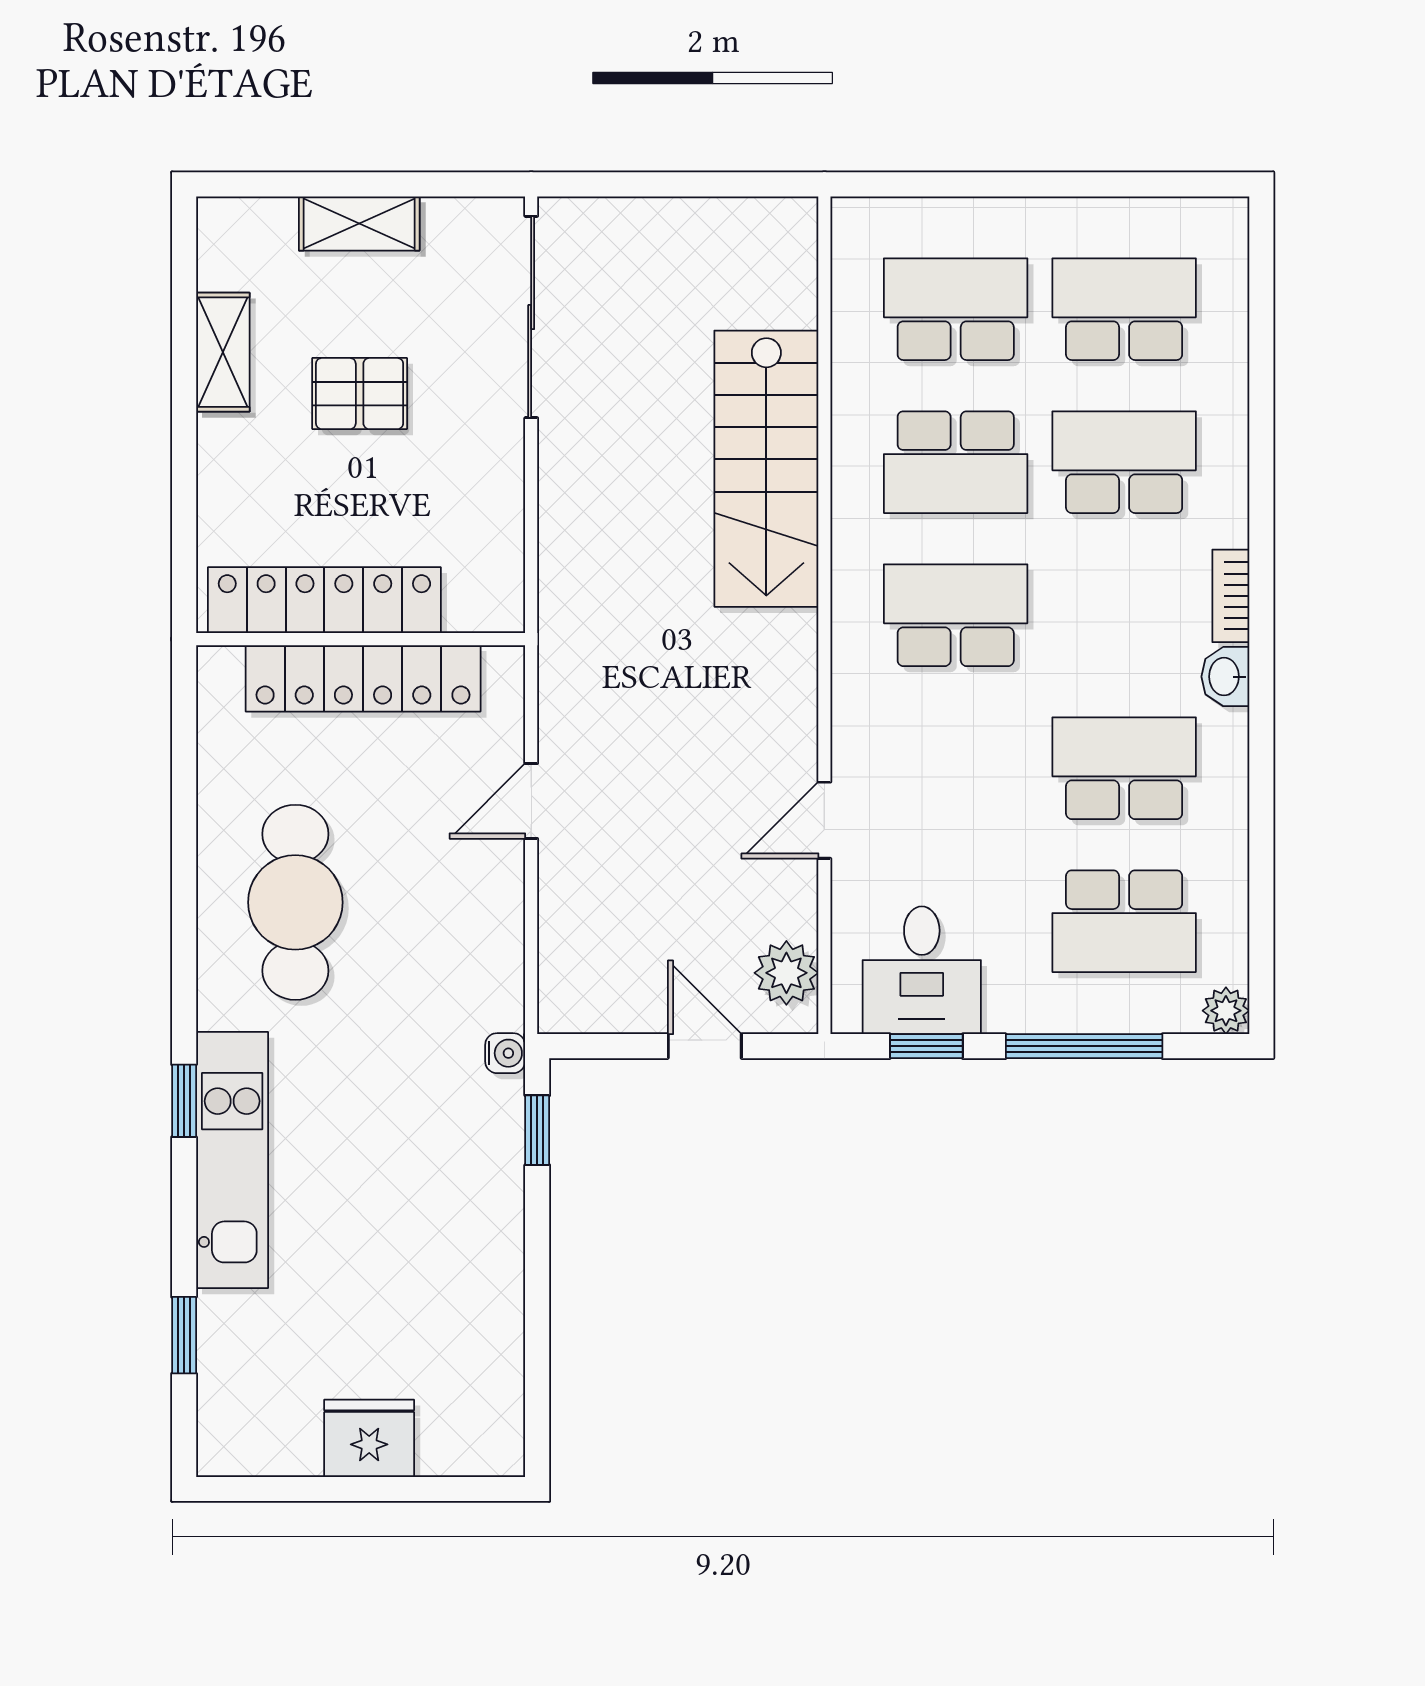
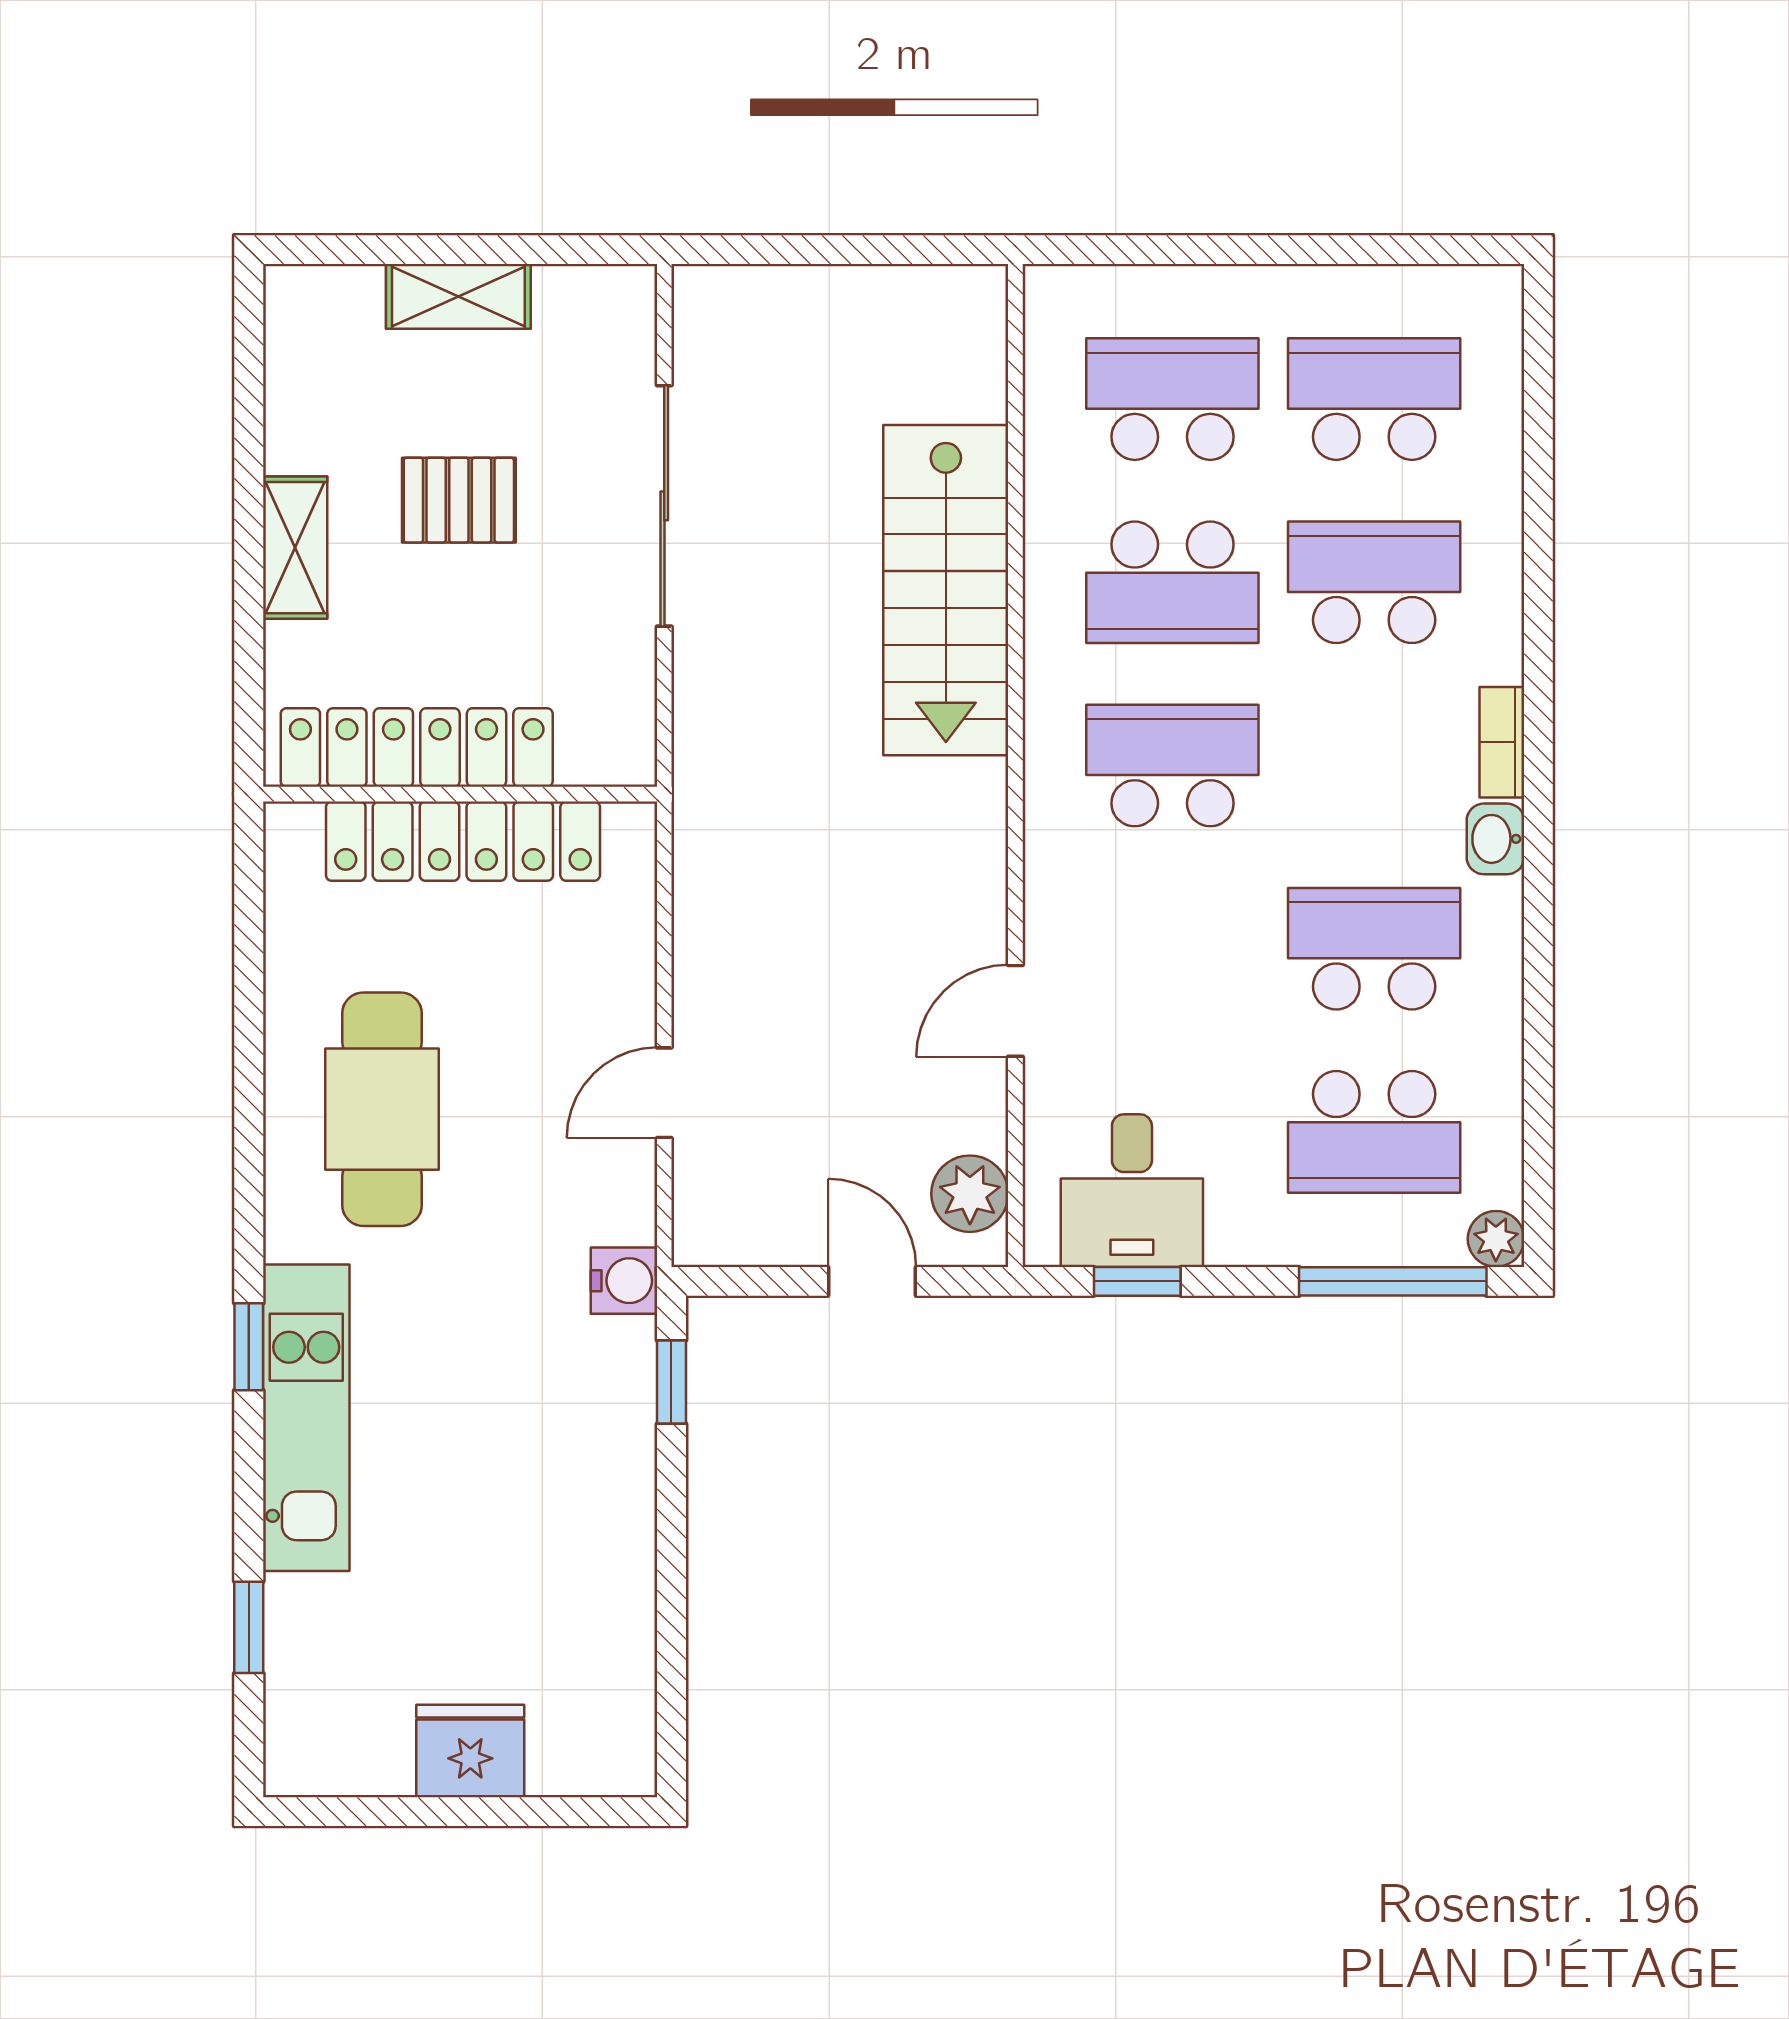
sliding door: (531, 317) -> (664, 506), moved
shelving: (223, 352) -> (295, 548), moved
door: (531, 801) -> (664, 1093), moved
window: (1084, 1046) -> (1393, 1281), moved
water cooler: (505, 1053) -> (624, 1281), width x1.38, depth x1.38

